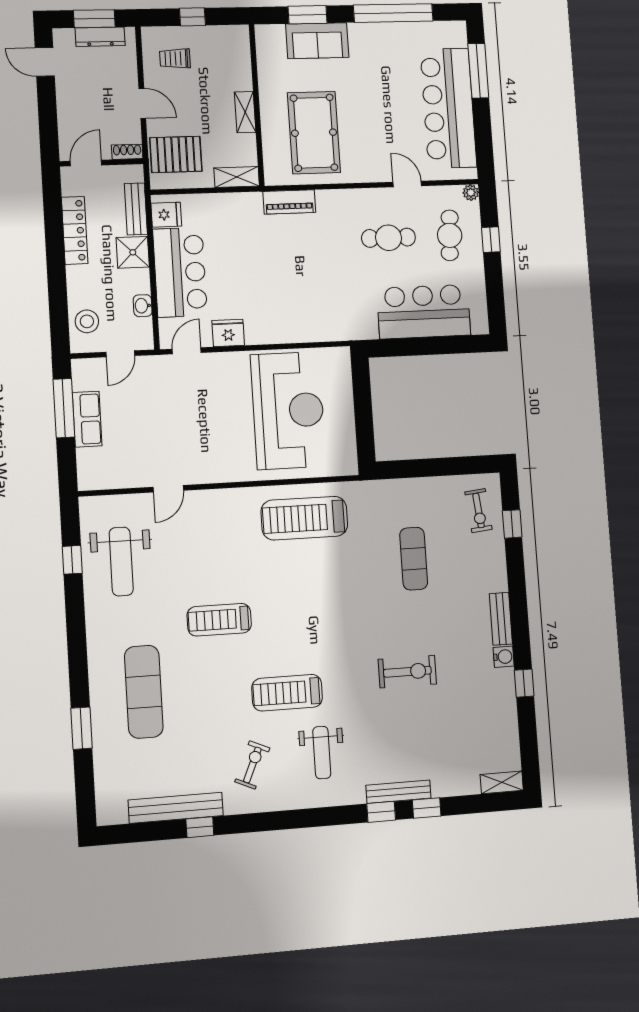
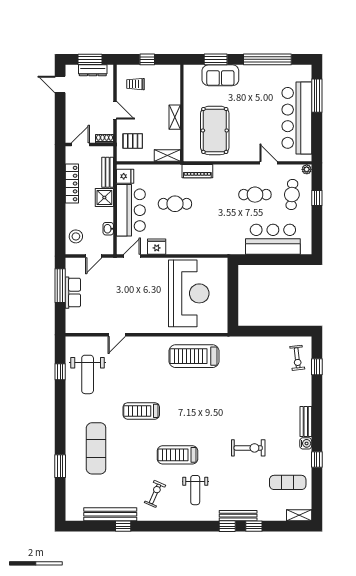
pallet: (176, 154) -> (133, 141), width x0.67, depth x0.71
cafe table: (255, 258) -> (175, 204), added
exercise mat: (414, 559) -> (288, 482), moved, turned 90

